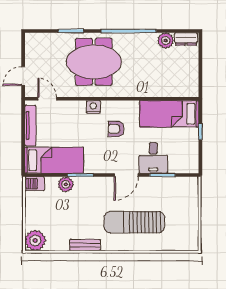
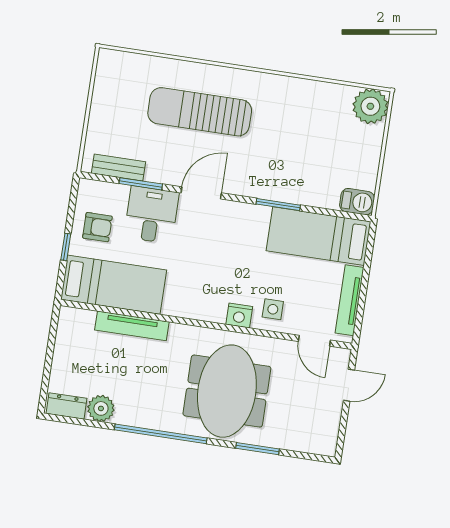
meeting table: (94, 62) -> (227, 391), turned 90
tv unit: (155, 91) -> (132, 326), added
side table: (74, 114) -> (273, 309), added
armchair: (116, 129) -> (97, 227), moved
plant: (66, 184) -> (305, 193), removed
sun lounger: (134, 222) -> (200, 112), turned 180
bench: (85, 245) -> (119, 168), moved

